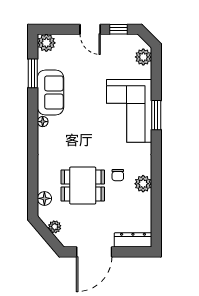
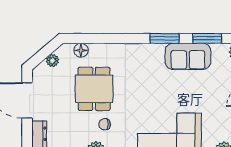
window: (33, 116) -> (165, 38), added
floor lamp: (43, 122) -> (159, 48), removed

